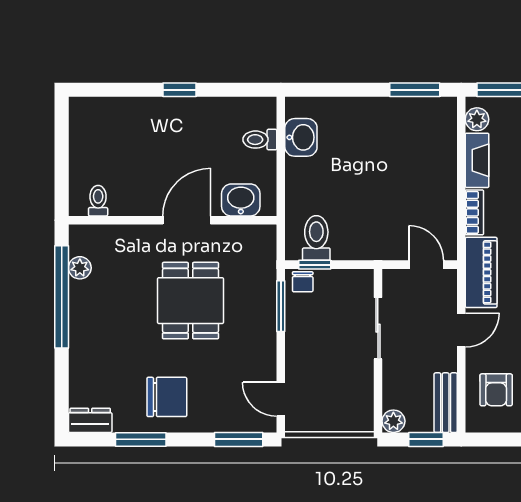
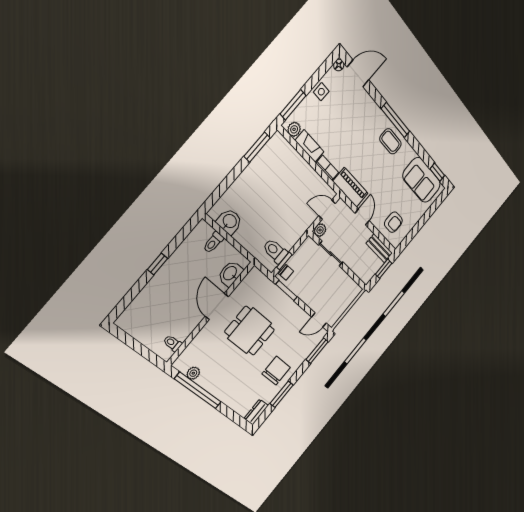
plant: (393, 421) -> (320, 230), moved

